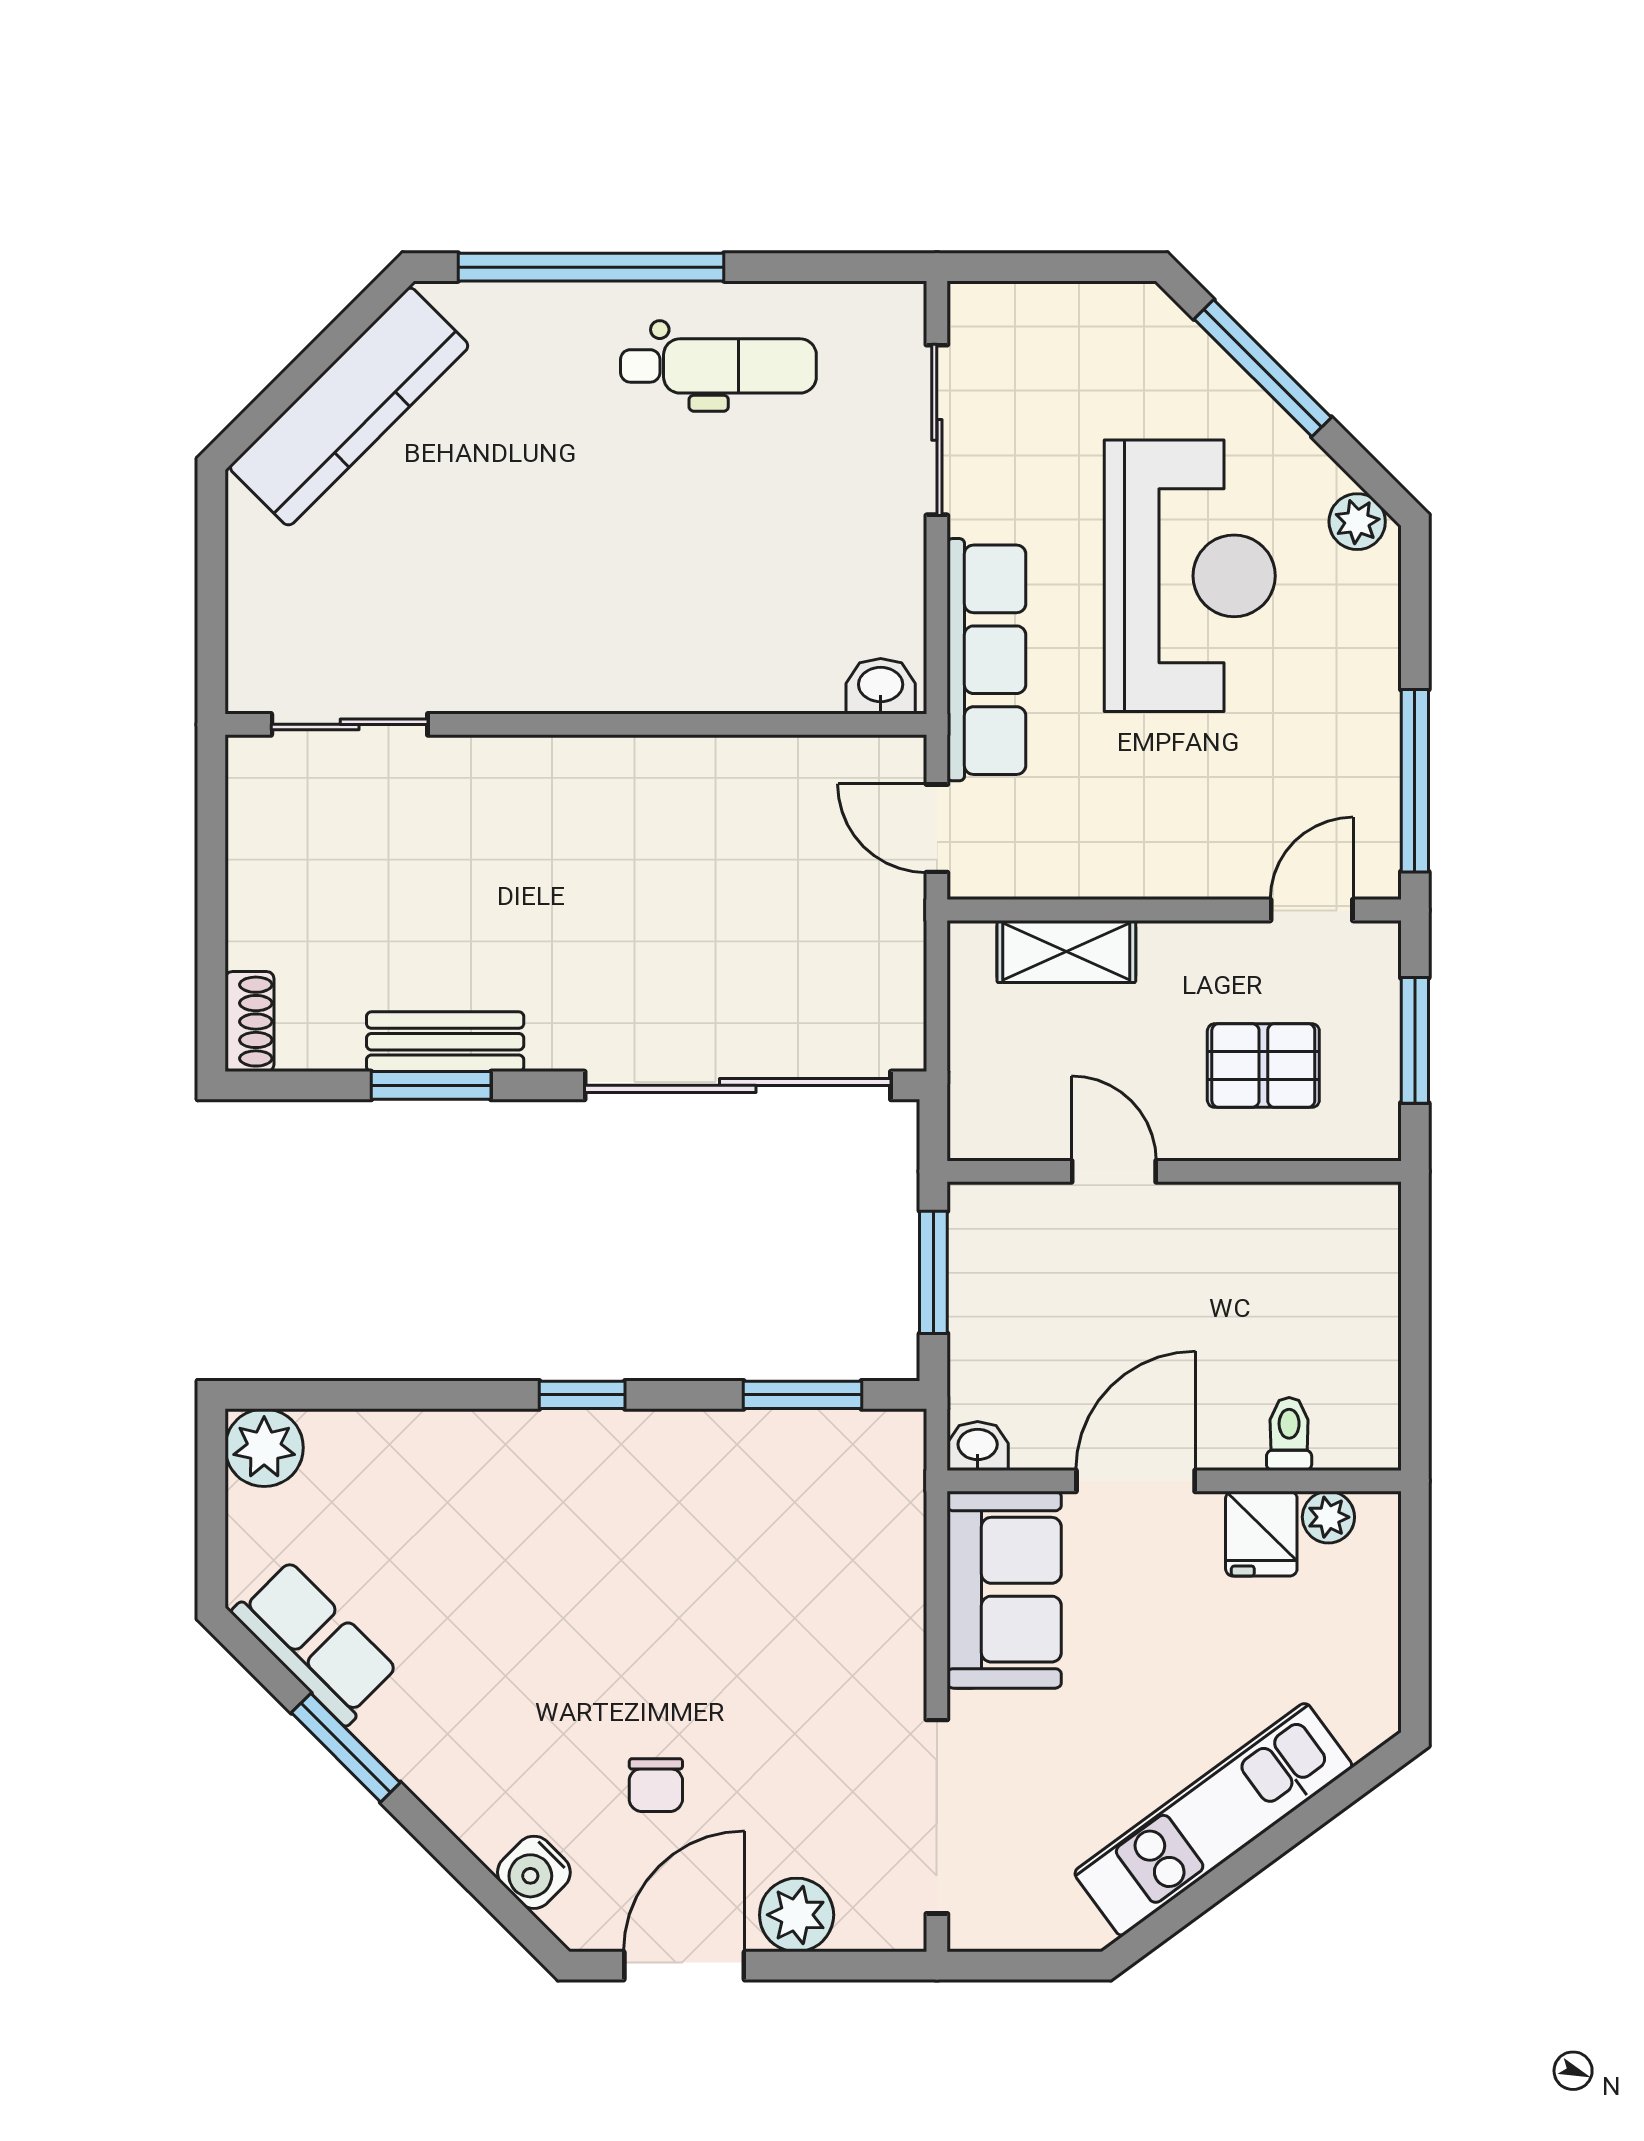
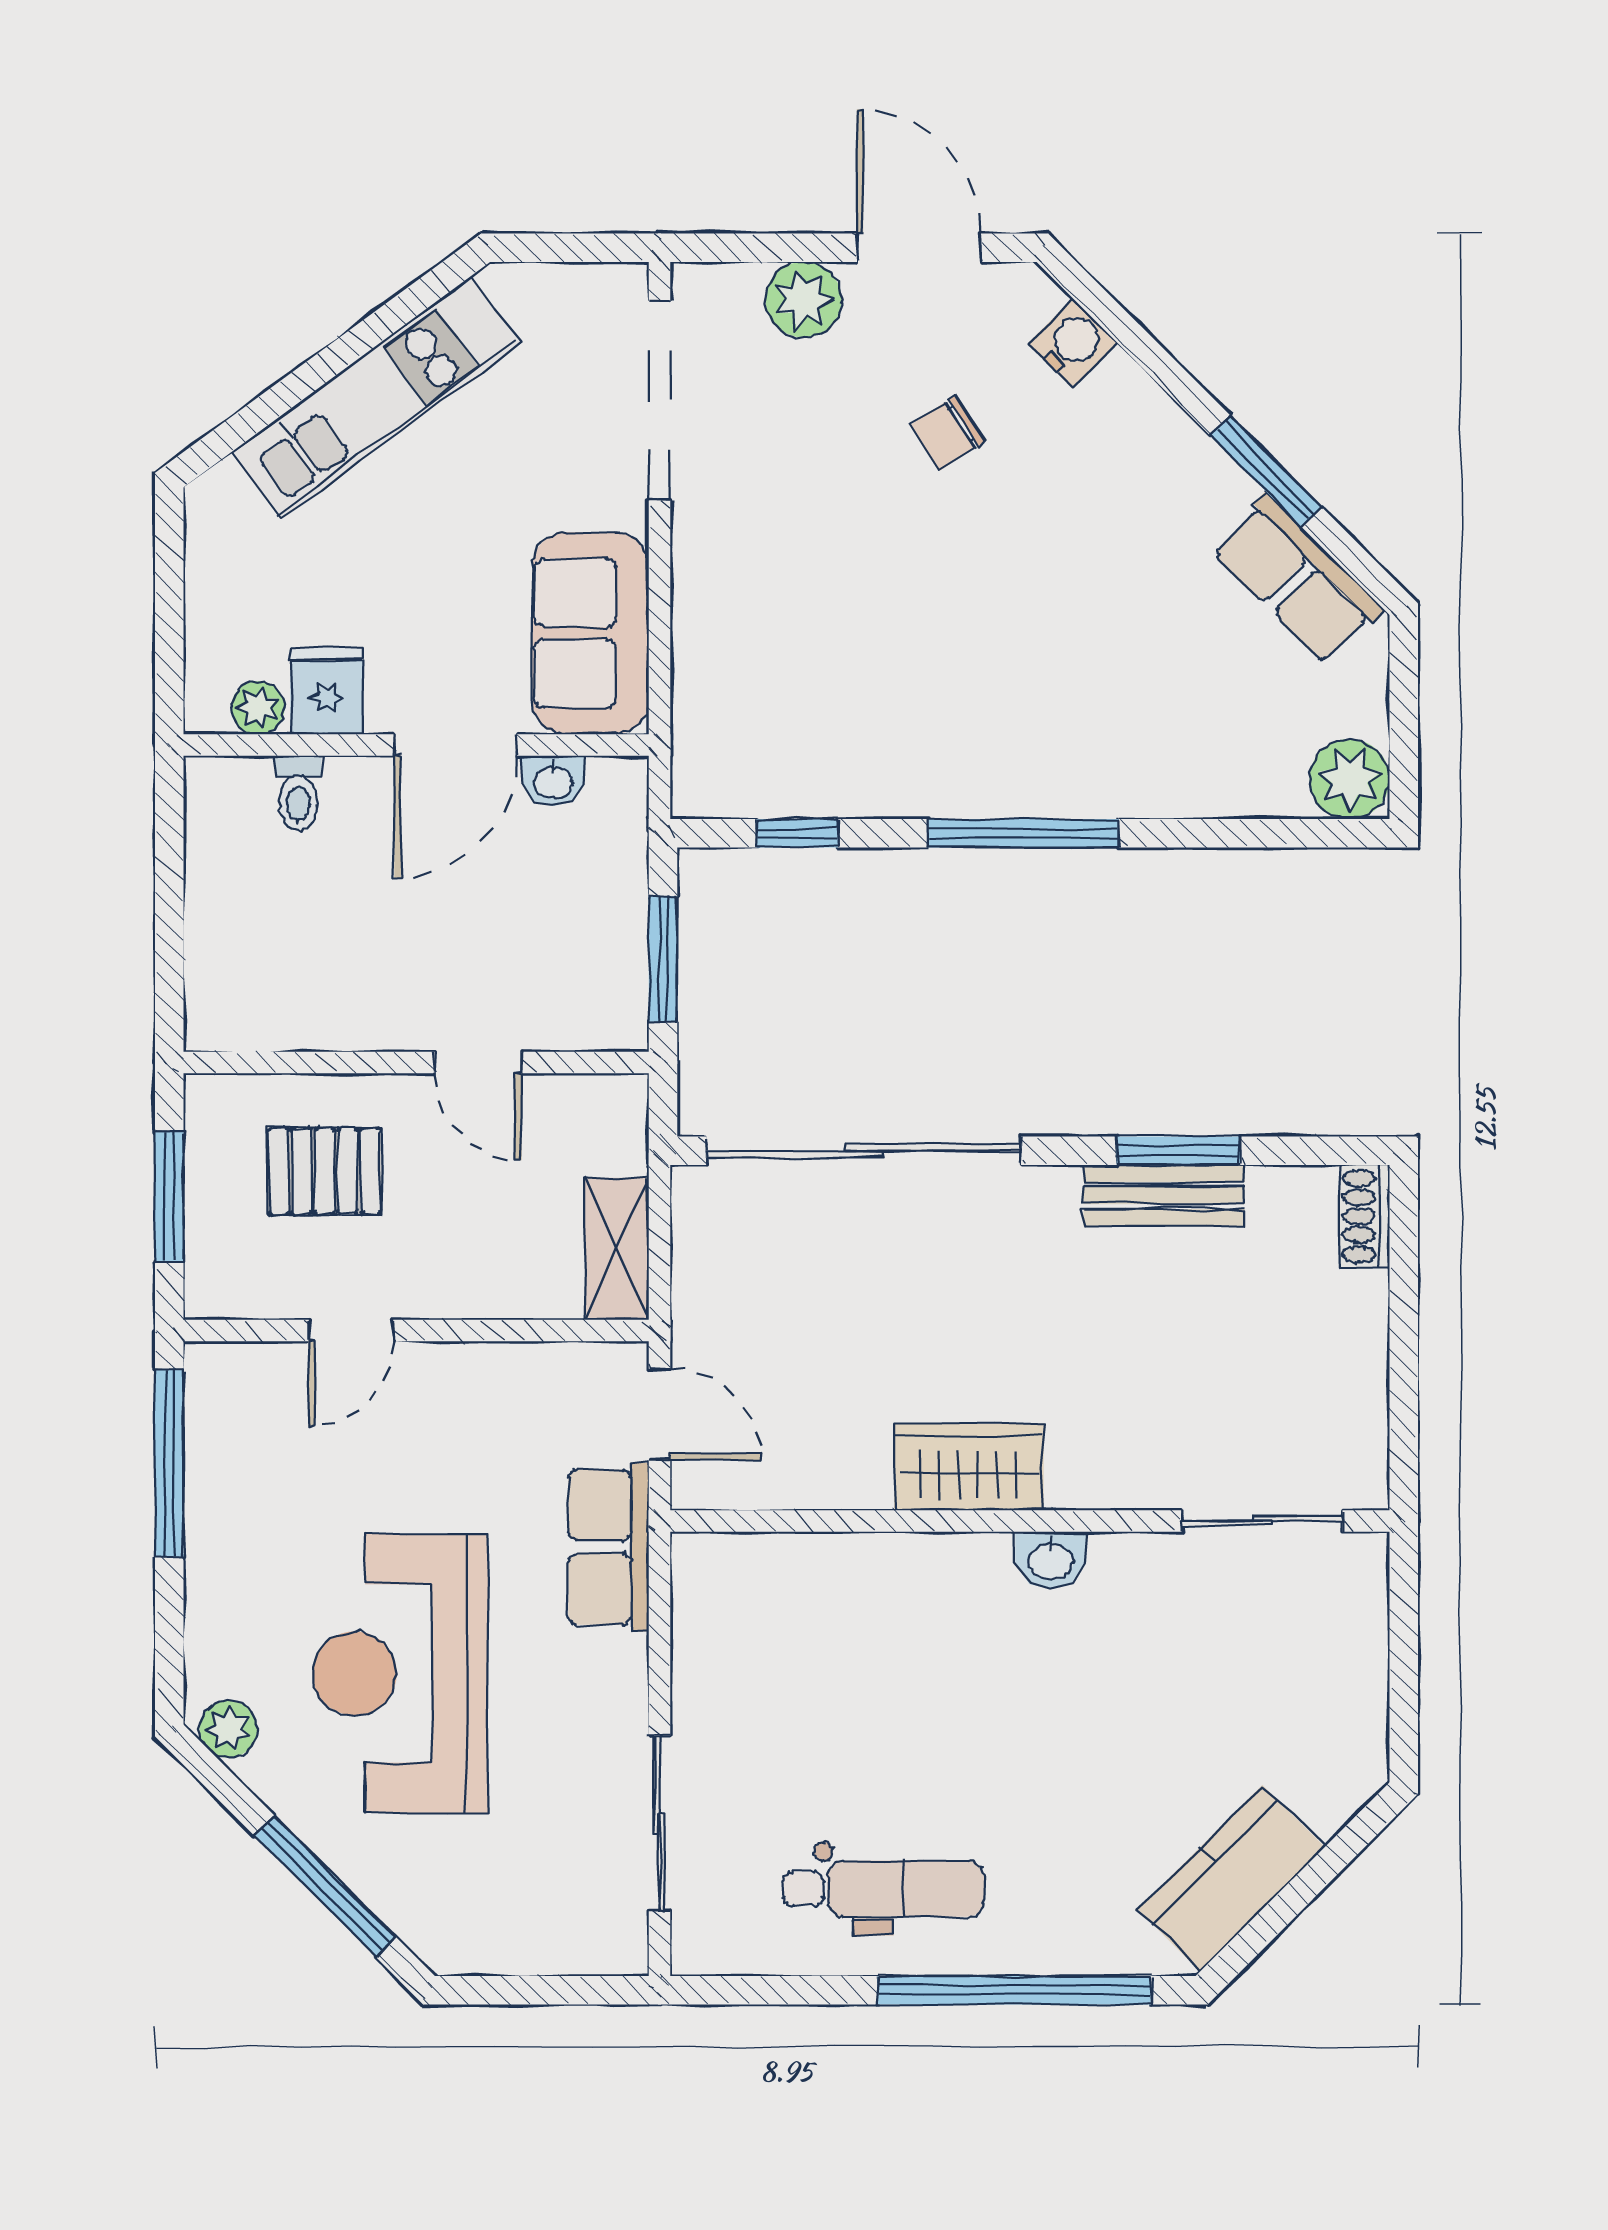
dental chair: (718, 366) -> (884, 1889), turned 180
kitchen counter: (349, 407) -> (1231, 1878), width x0.67
row of seats: (986, 660) -> (609, 1547), width x0.68
washbasin: (881, 686) -> (1051, 1560), moved
wardrobe: (635, 777) -> (969, 1467), added
door: (1312, 910) -> (351, 1331), moved
shelving: (1066, 952) -> (617, 1249), moved, turned 90
window: (582, 1395) -> (1024, 833), width x2.17
window: (802, 1395) -> (797, 833), width x0.67
washbasin: (978, 1446) -> (553, 781), moved
chair: (656, 1785) -> (948, 433), turned -123
door: (684, 1966) -> (919, 248), swing flipped

